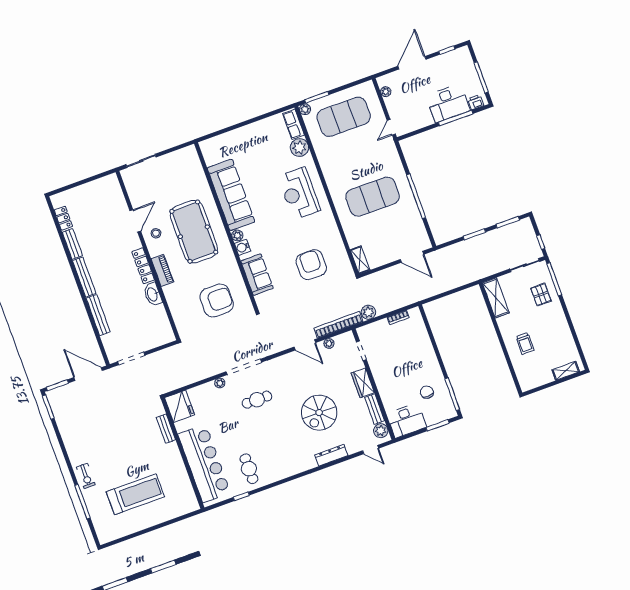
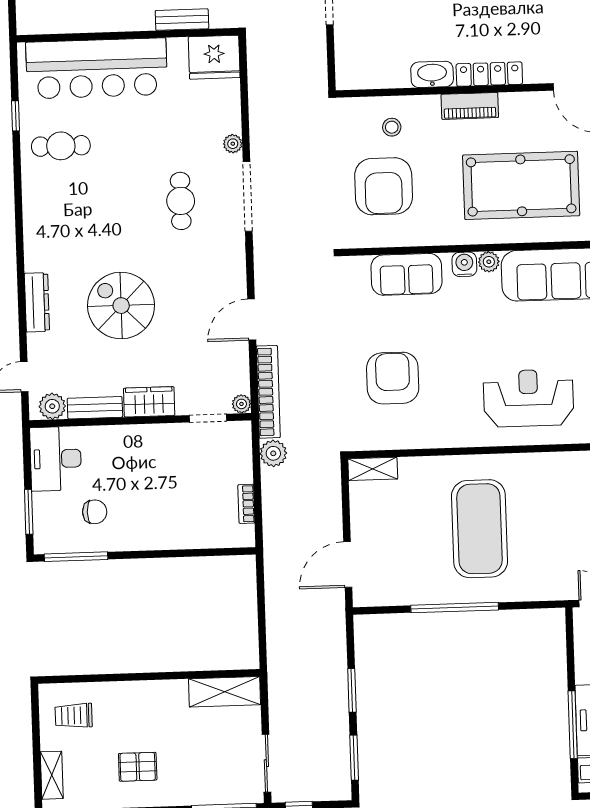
stool: (156, 233) -> (392, 127), moved
armchair: (311, 265) -> (393, 378), turned -90
pallet: (541, 295) -> (138, 767), moved
plant: (329, 343) -> (241, 404), moved
trolley: (525, 344) -> (74, 716), moved

